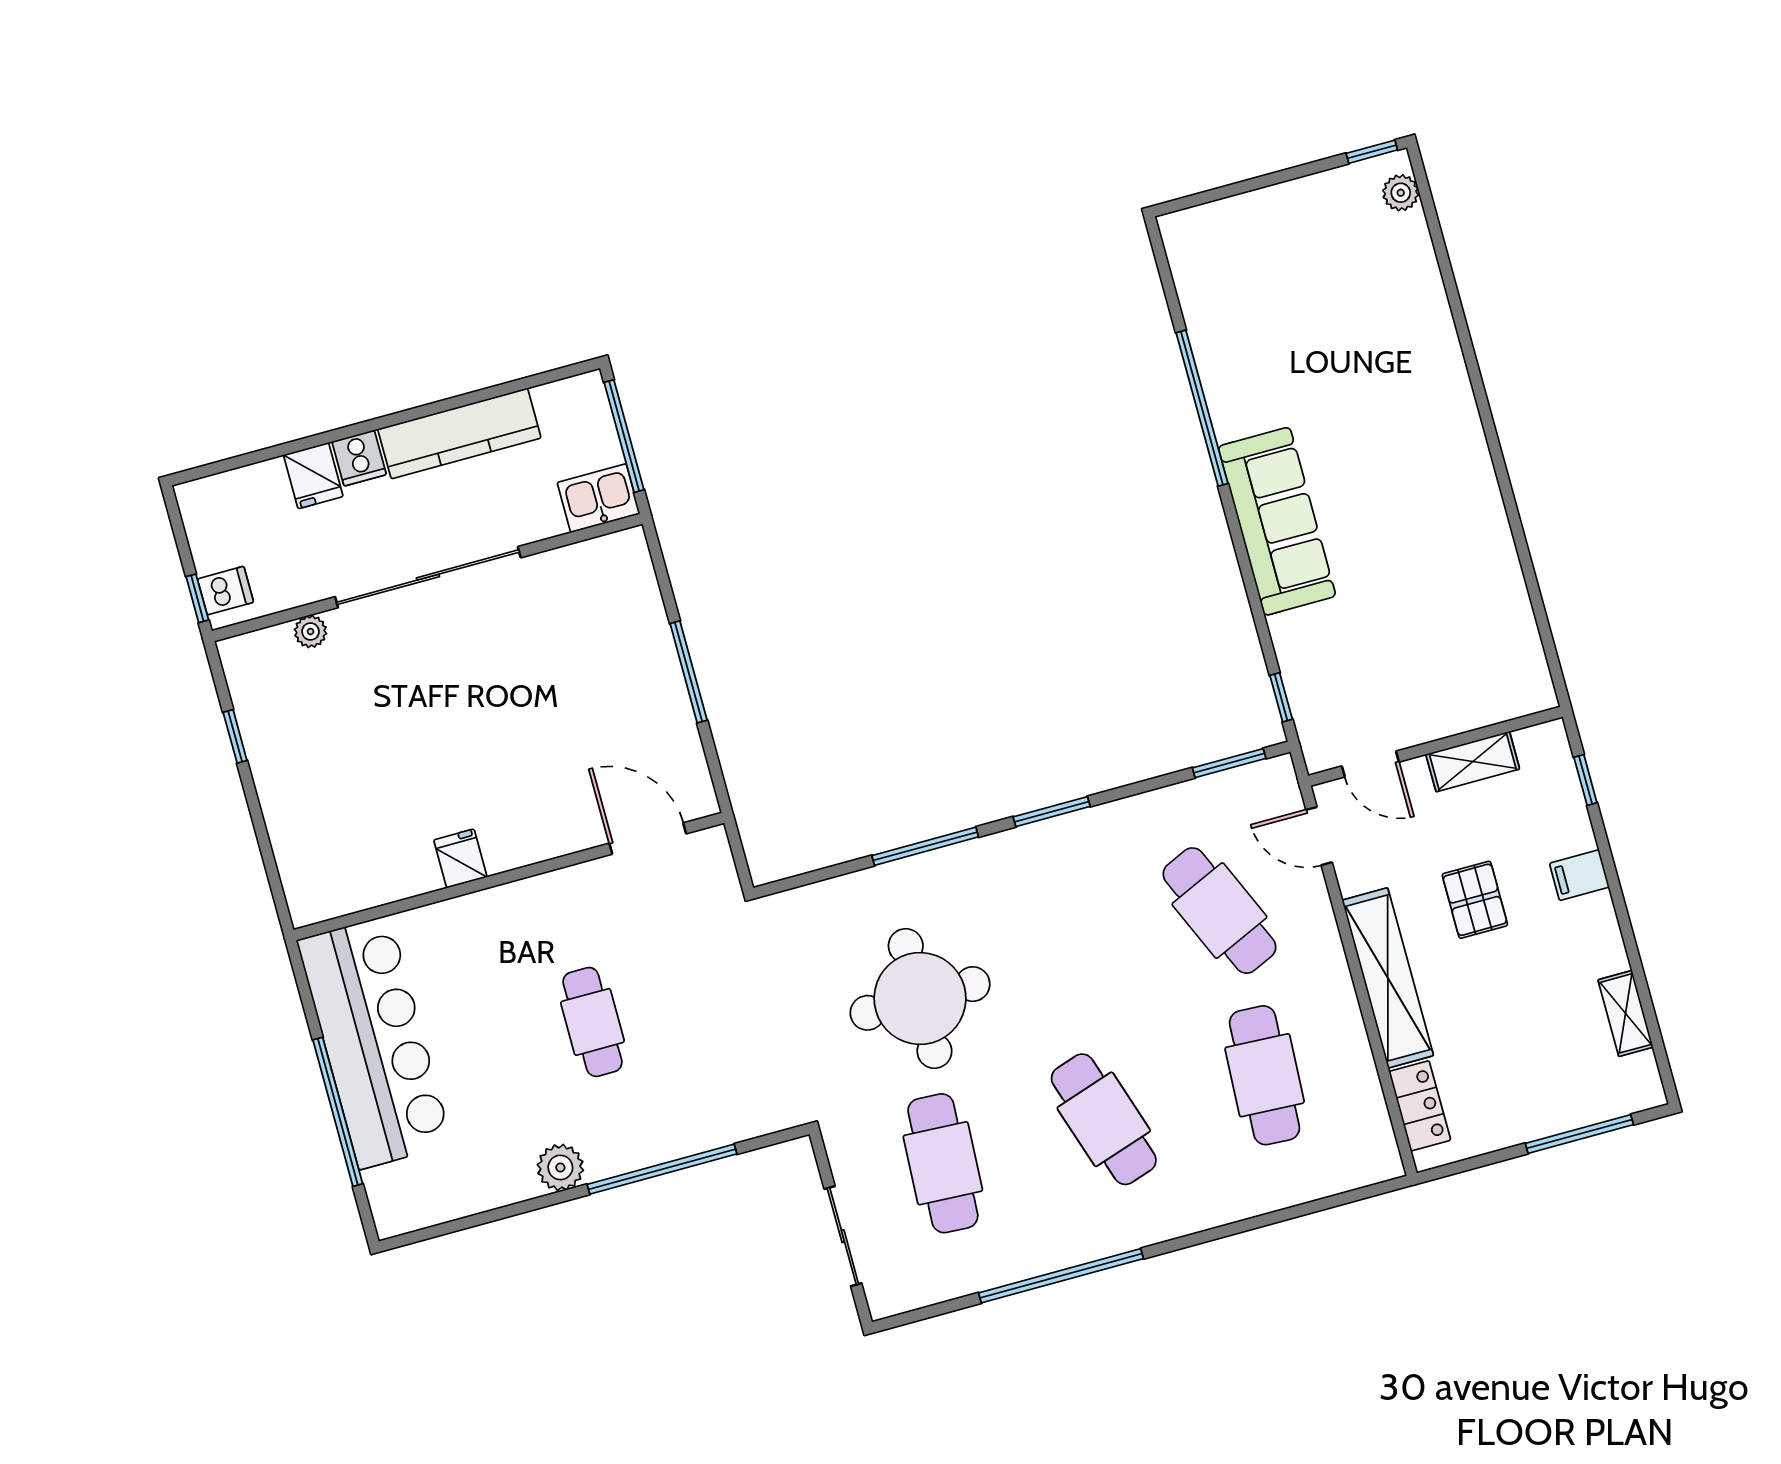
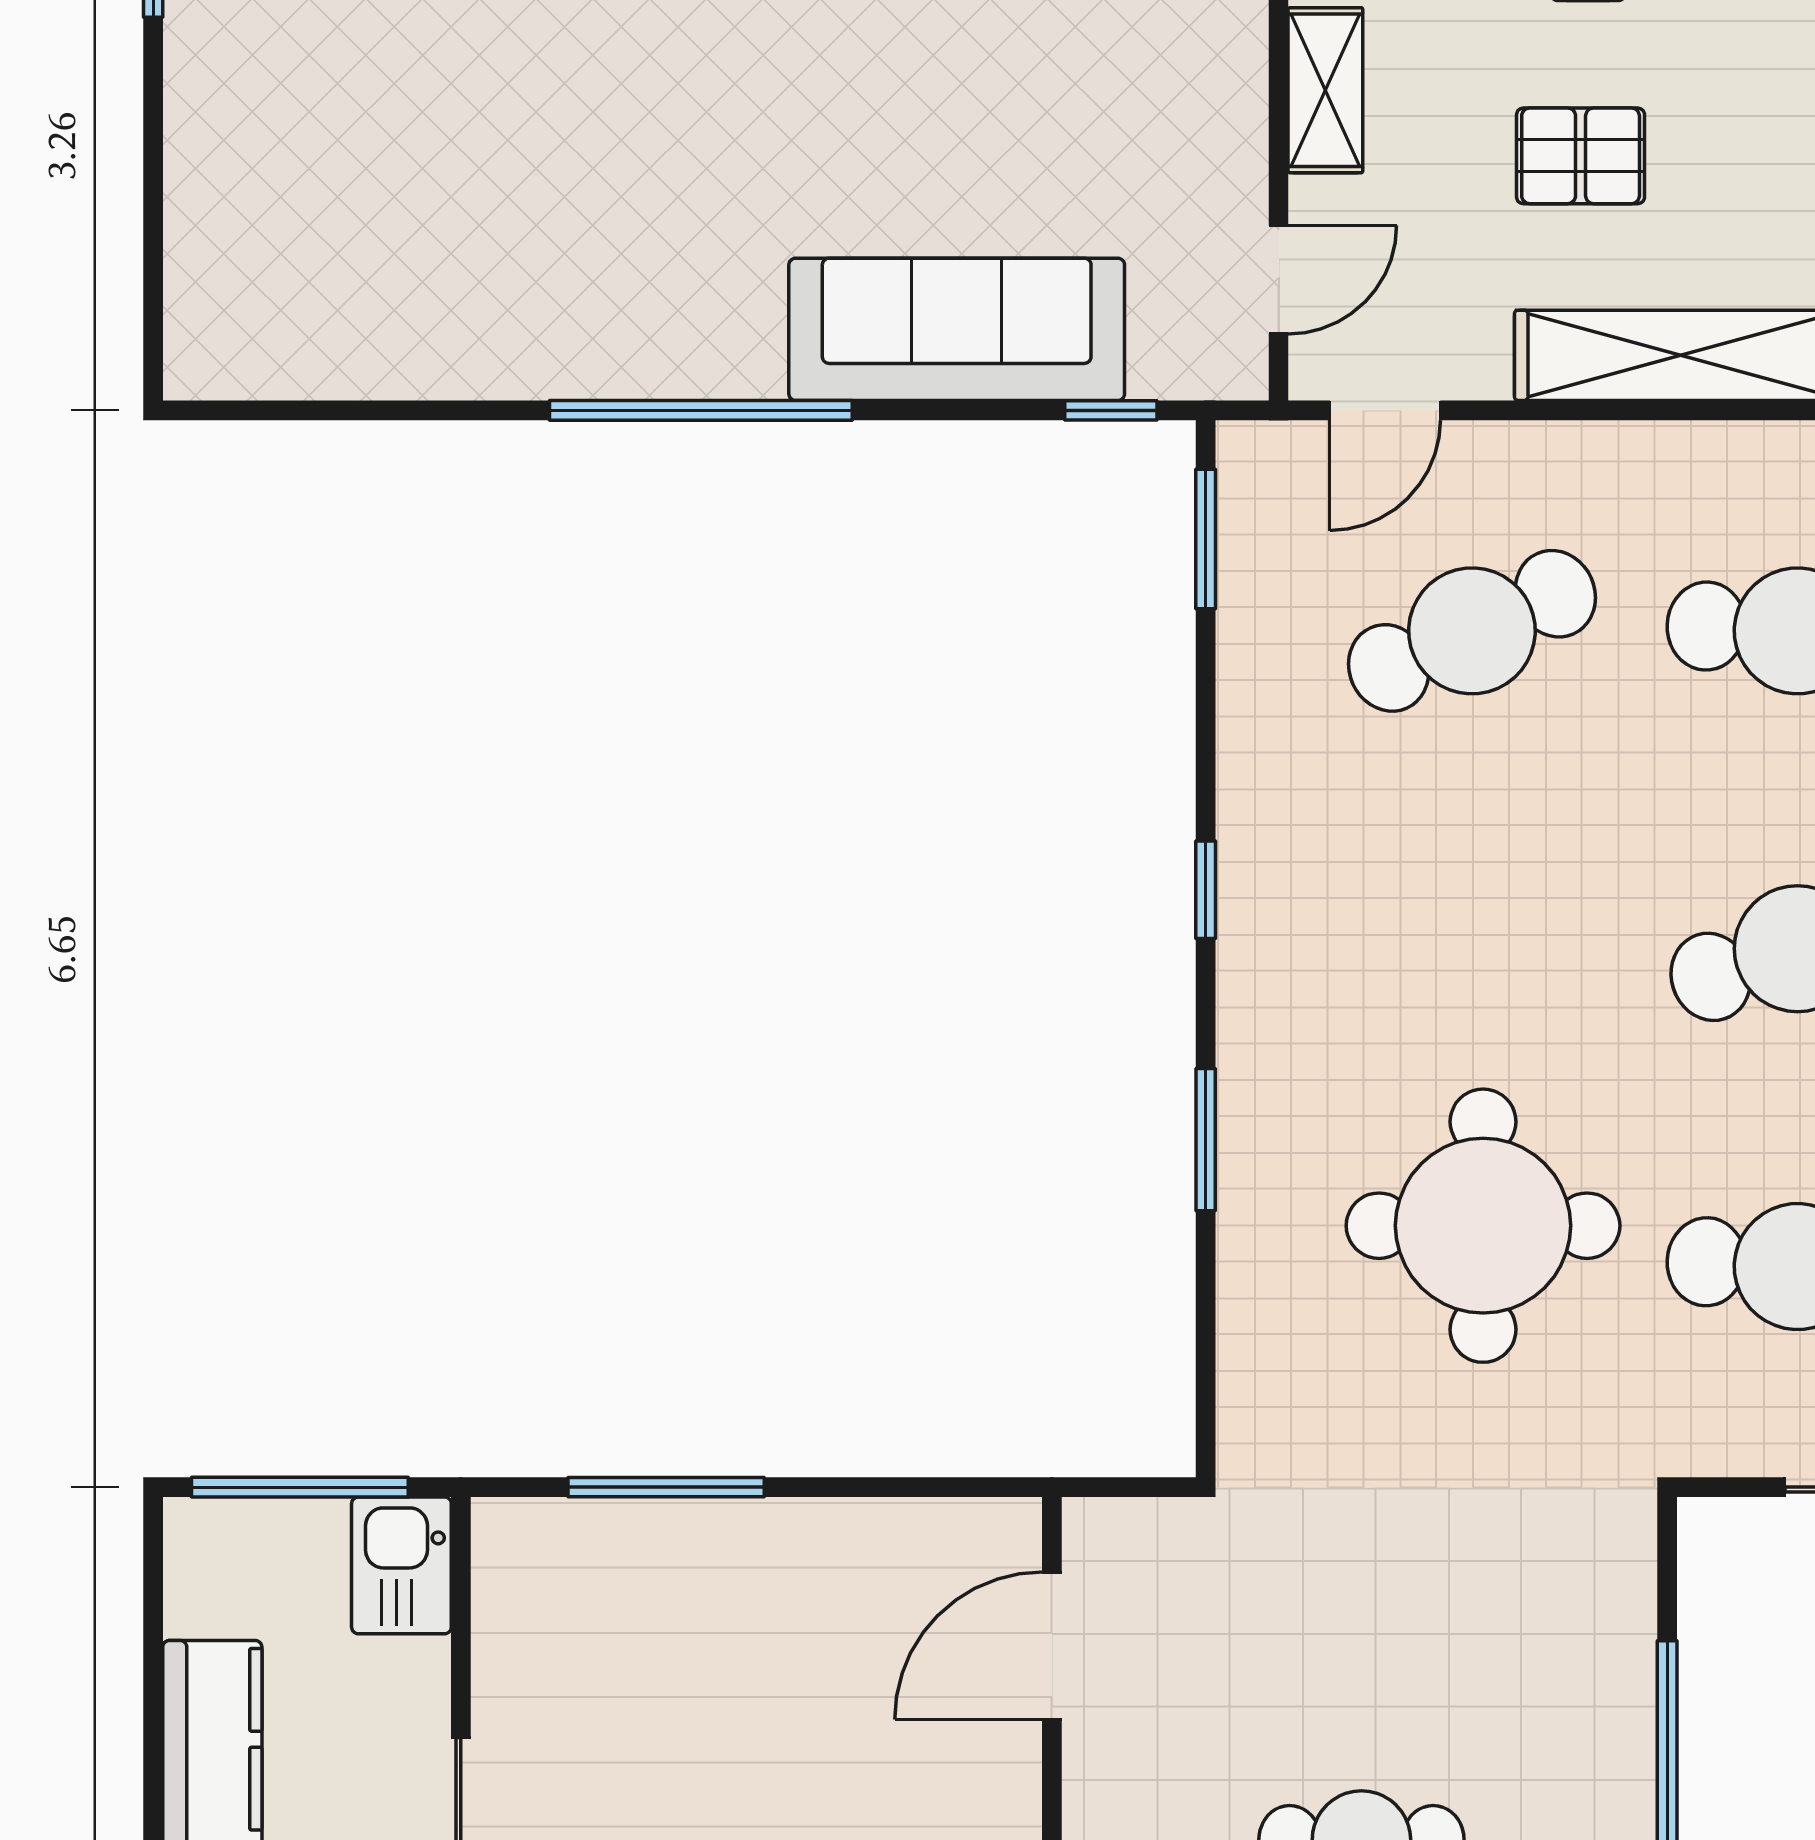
window: (1202, 408) -> (701, 410), moved
sofa: (1277, 521) -> (957, 329), moved
window: (689, 672) -> (666, 1487), moved
window: (1052, 812) -> (1206, 890), width x0.67
window: (925, 846) -> (1206, 1140), width x0.69

